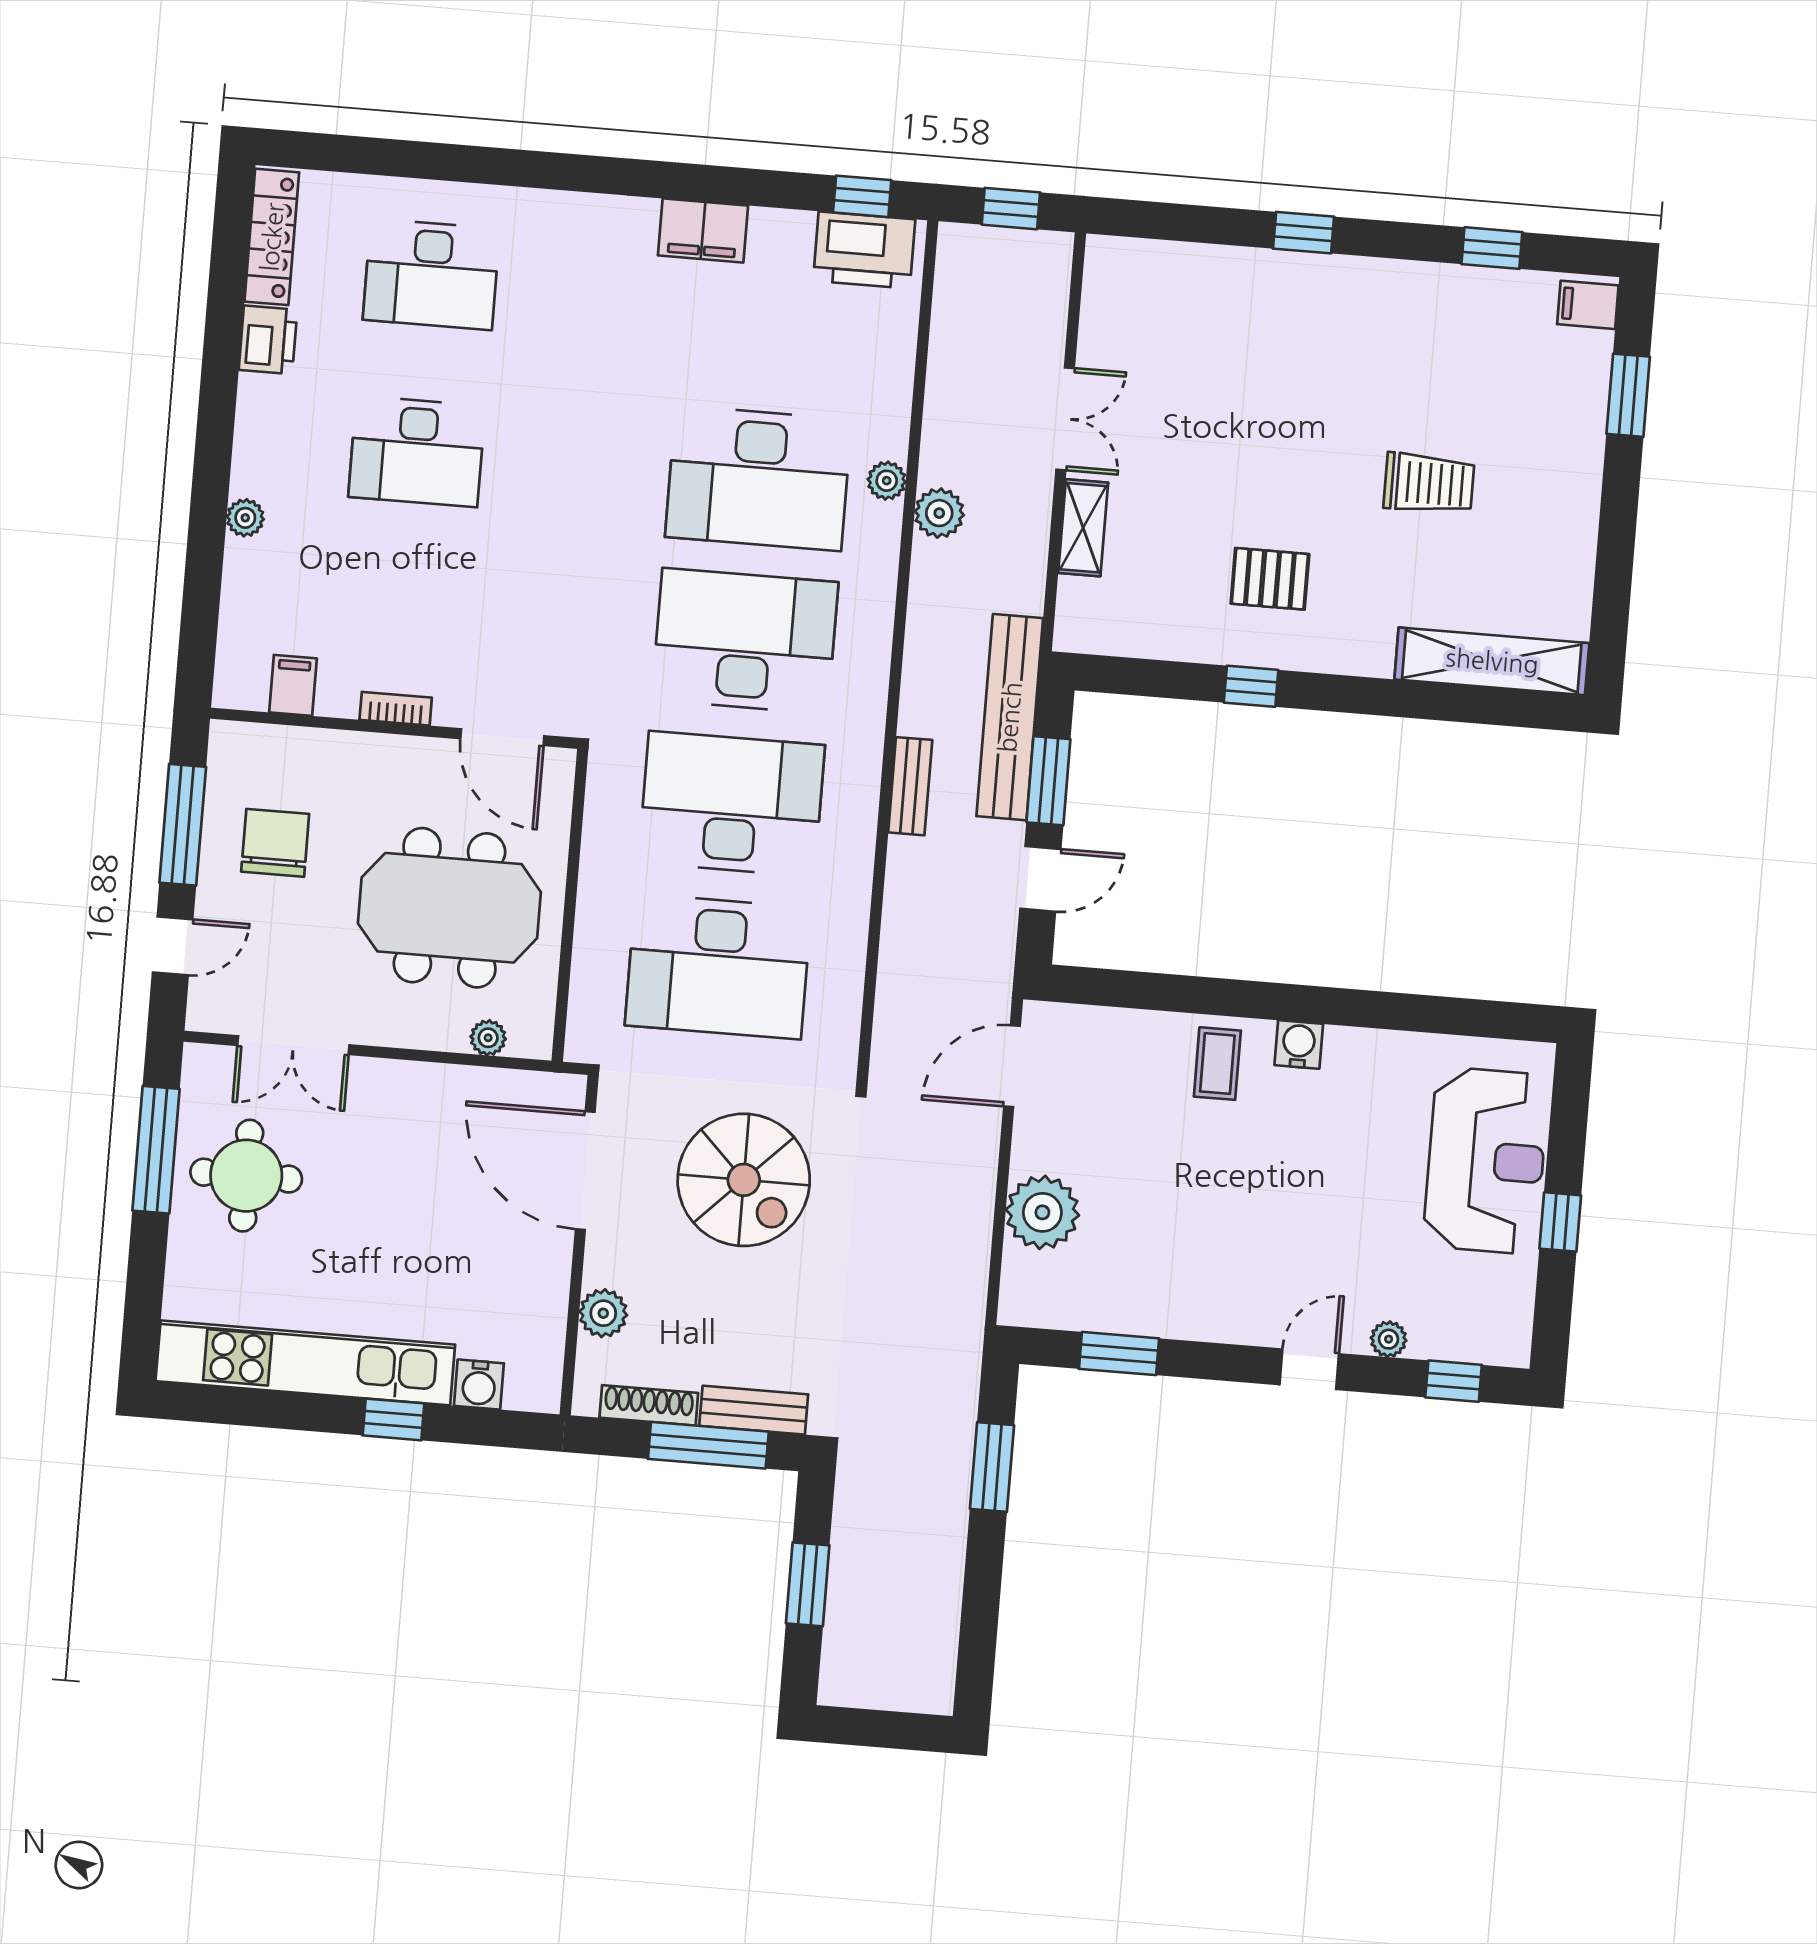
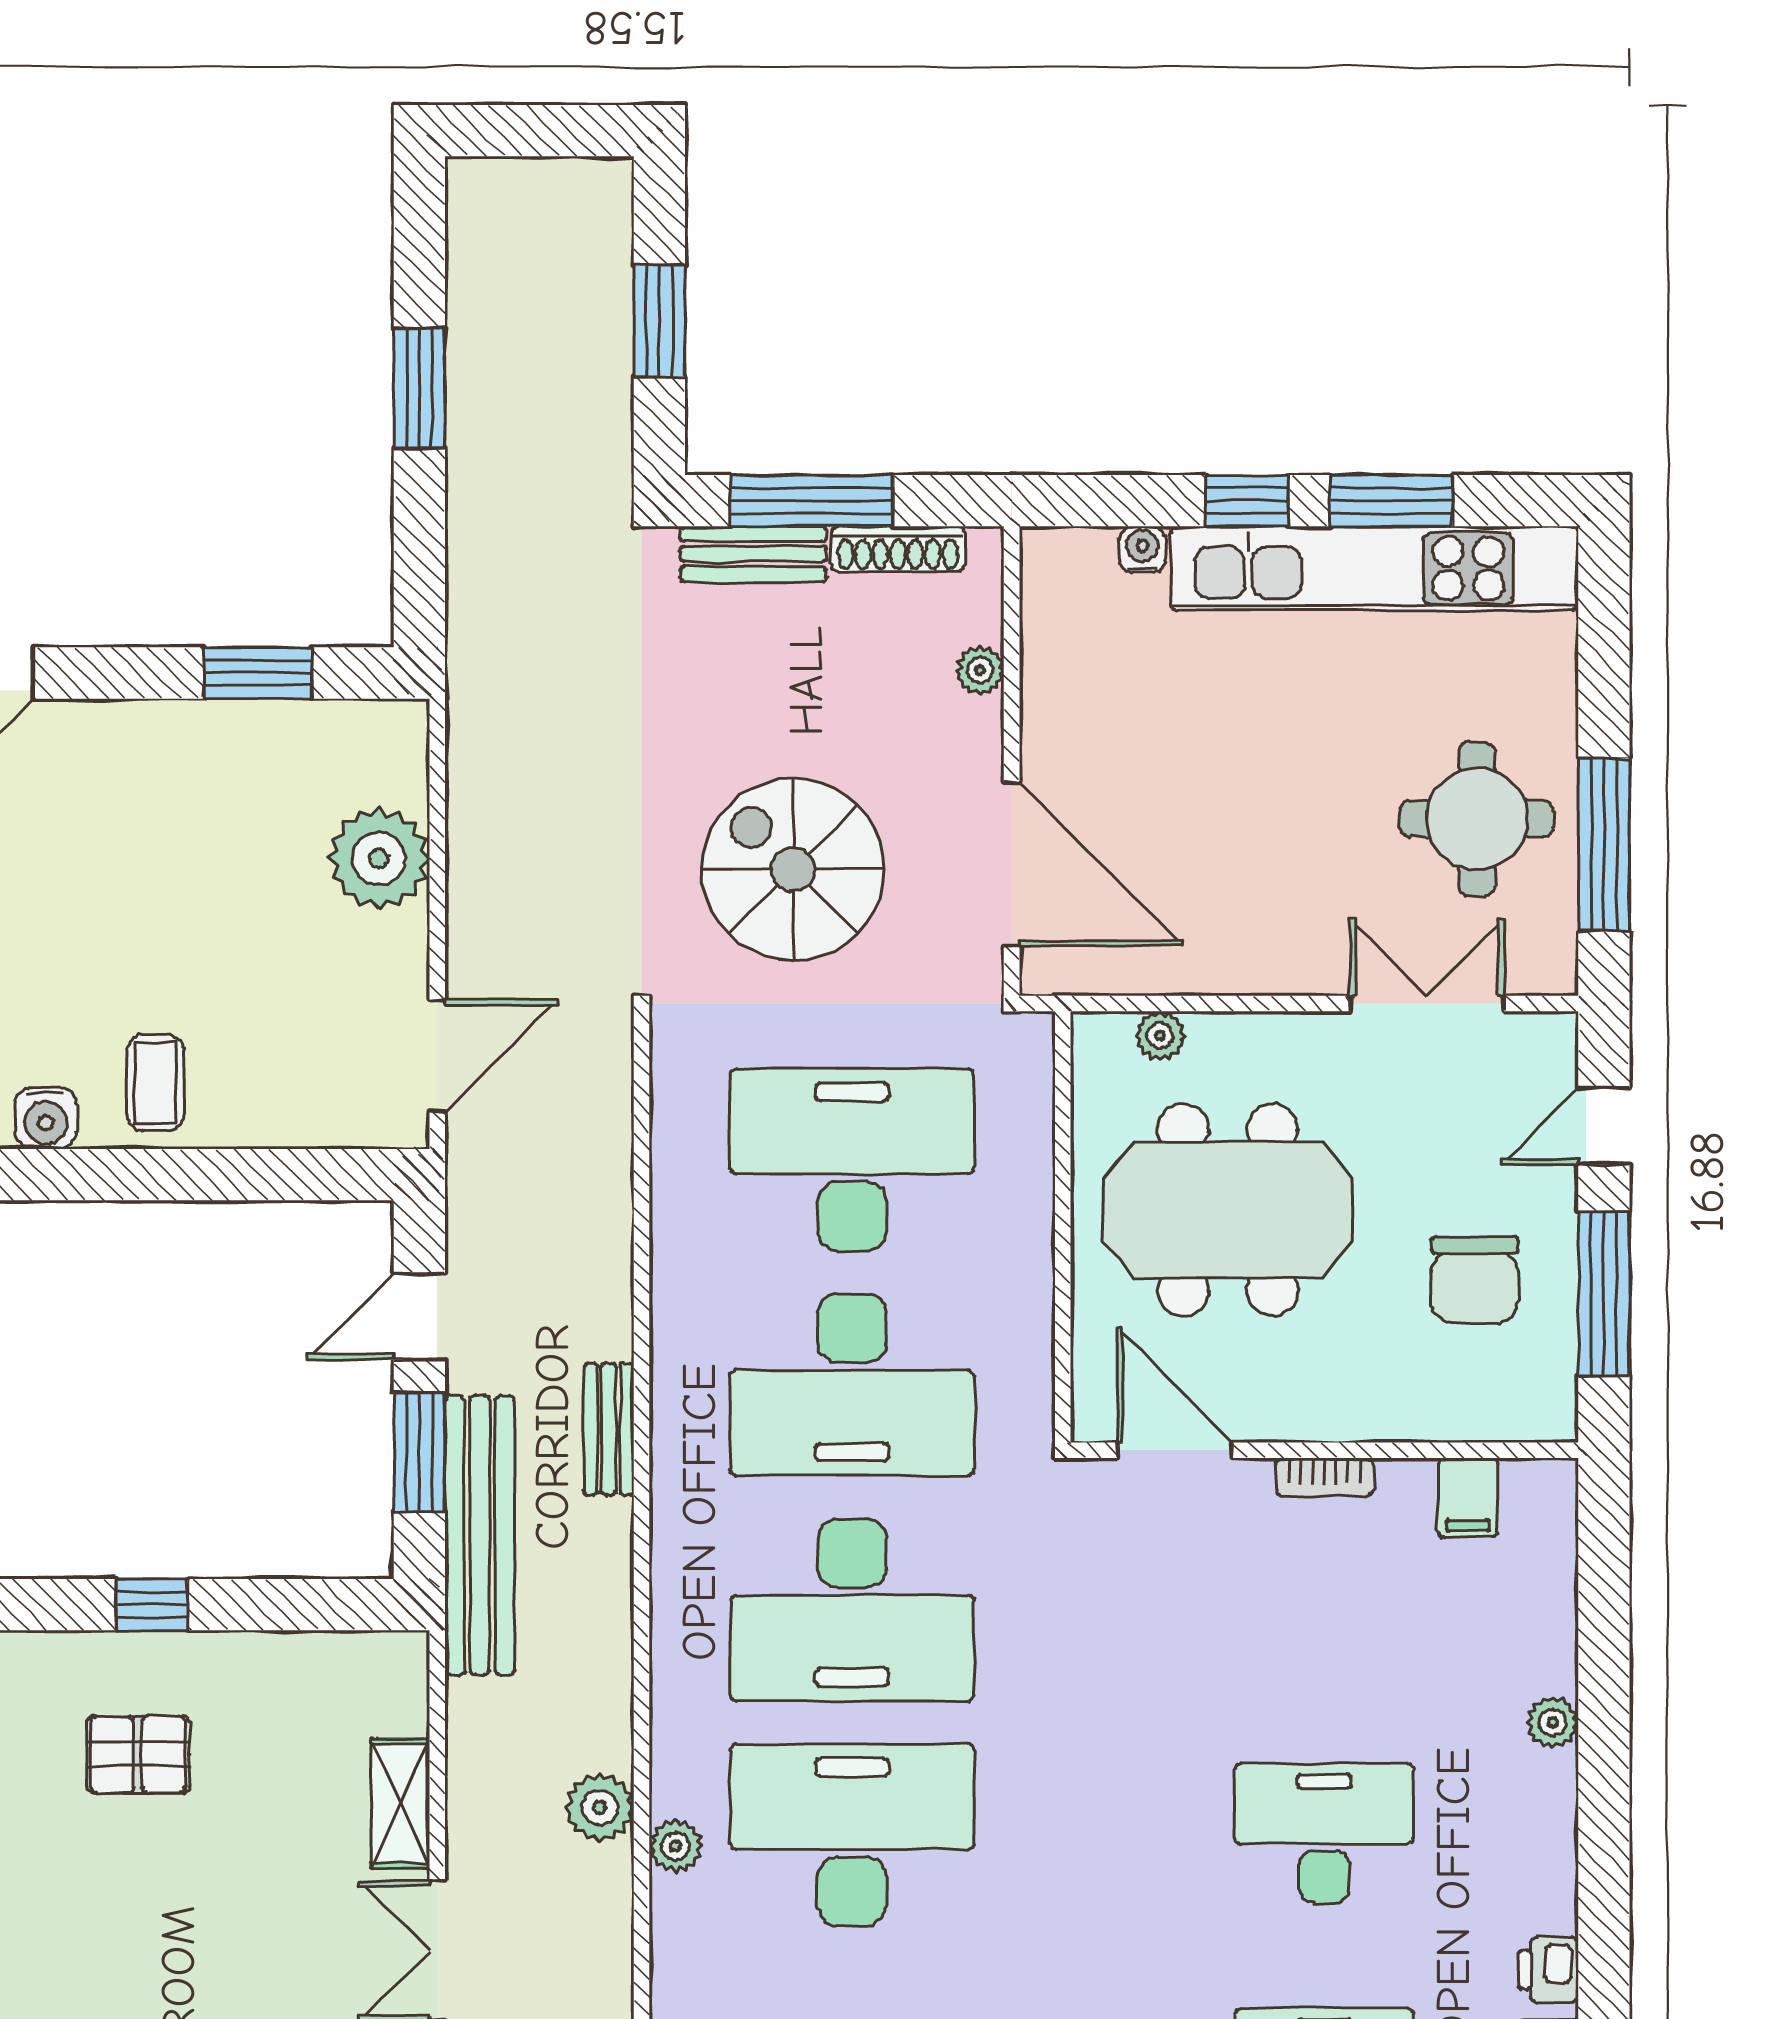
printer: (268, 340) -> (1549, 1970), width x0.73, depth x0.81
plant: (603, 1313) -> (980, 670), width x0.73, depth x0.73
water cooler: (479, 1385) -> (1142, 549), width x0.72, depth x0.72
window: (289, 1411) -> (1391, 501), added
window: (992, 1467) -> (419, 388), moved

